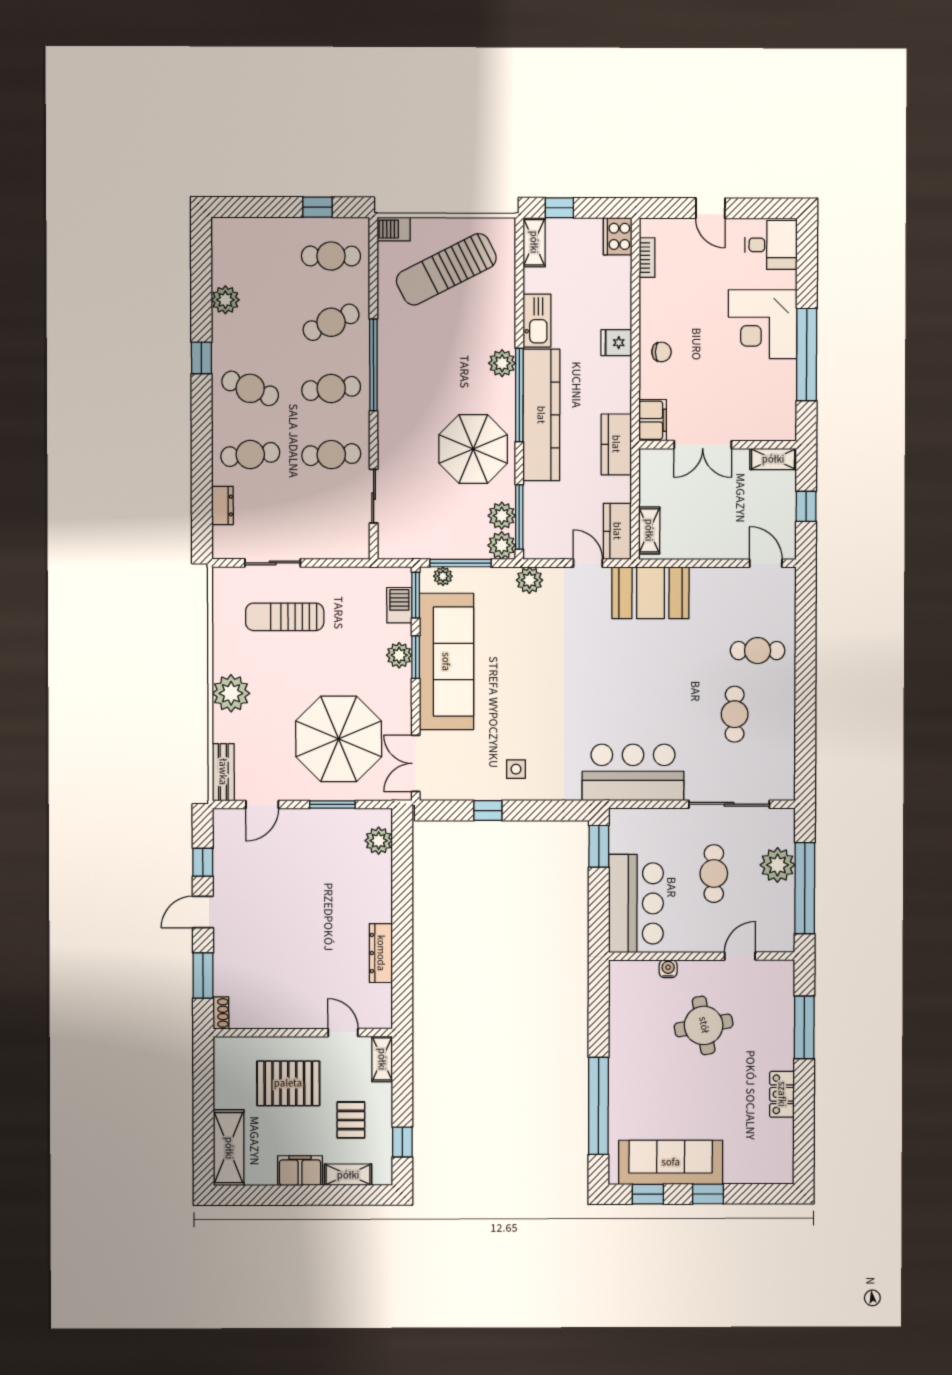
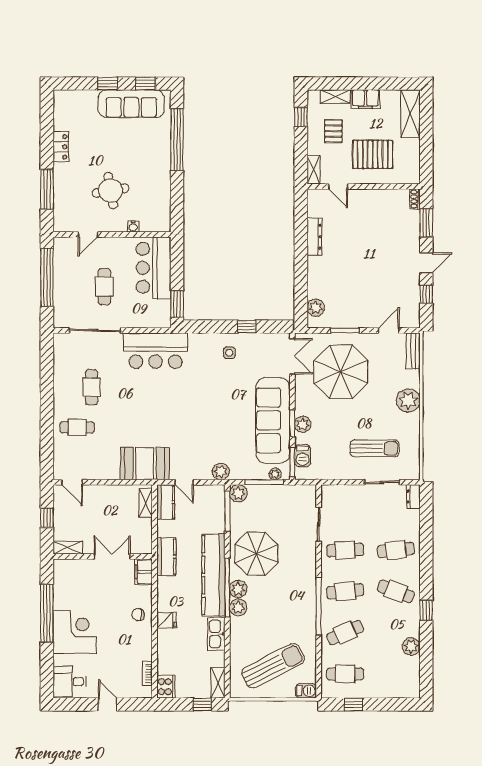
dresser: (222, 505) -> (413, 496), moved
plant: (502, 516) -> (238, 589), moved
plant: (777, 865) -> (64, 292), removed

